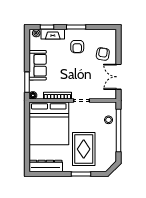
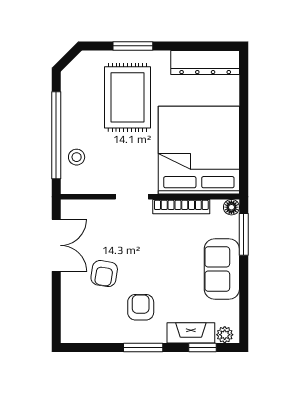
armchair: (103, 54) -> (104, 274), moved

